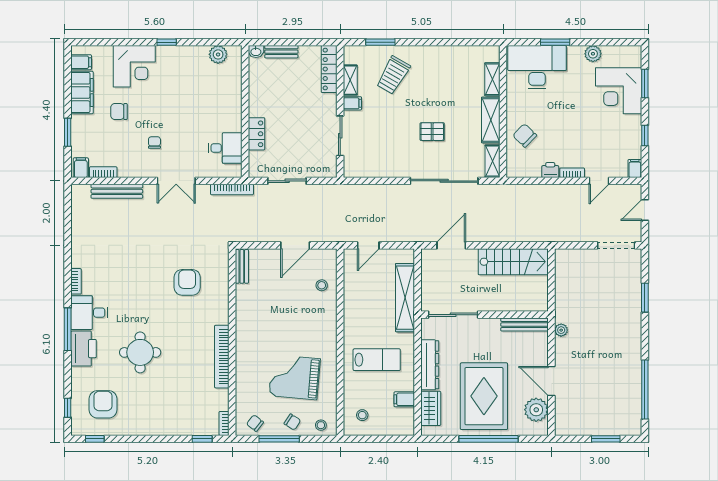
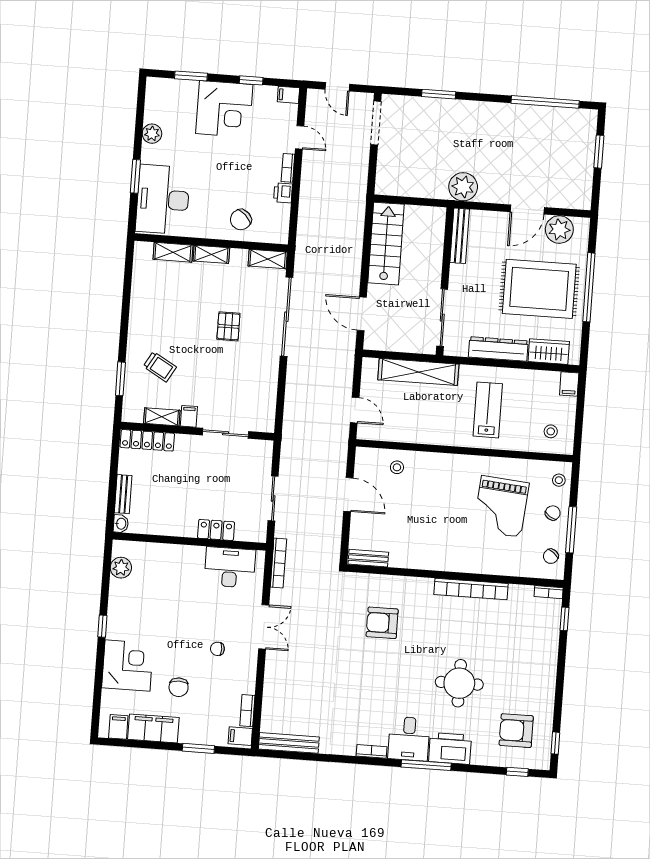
trolley: (393, 75) -> (160, 367), width x0.73, depth x0.72
corner desk: (619, 91) -> (224, 109), moved
shelving: (491, 120) -> (211, 254), width x0.67, depth x0.75
desk: (225, 148) -> (230, 567), width x1.37
bench: (117, 191) -> (289, 743), moved, turned 90
plant: (561, 330) -> (463, 187), width x1.88, depth x1.88
filing cabinet: (404, 399) -> (569, 384), moved

